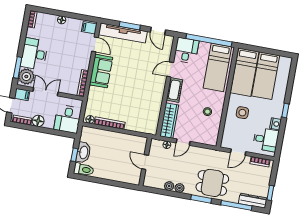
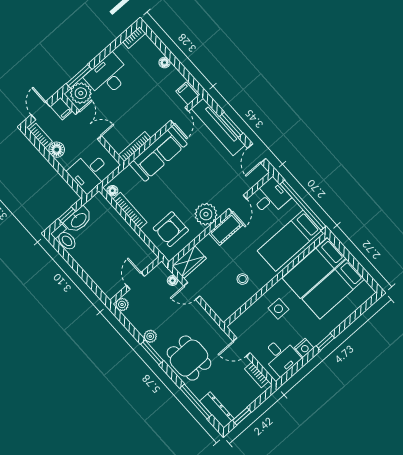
door: (170, 69) -> (238, 204), swing flipped
sofa: (101, 71) -> (158, 154), width x1.36
plant: (156, 90) -> (206, 214), added
armchair: (142, 115) -> (171, 229), added
wardrobe: (169, 121) -> (189, 262), width x0.67
plant: (169, 186) -> (122, 304), moved
window: (201, 199) -> (152, 352), moved

